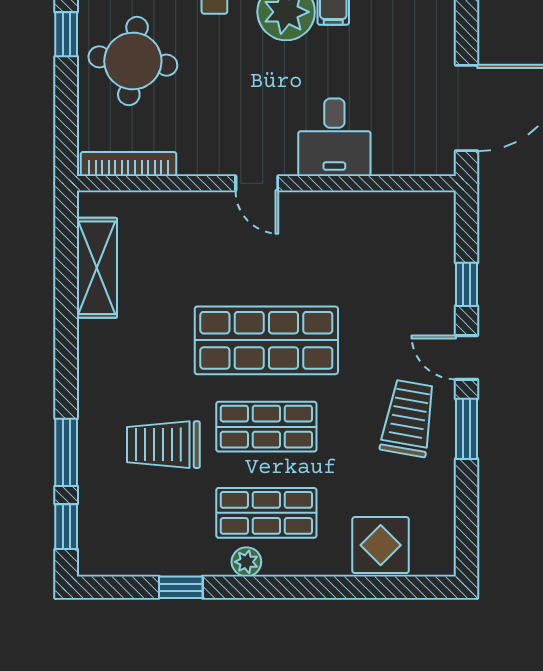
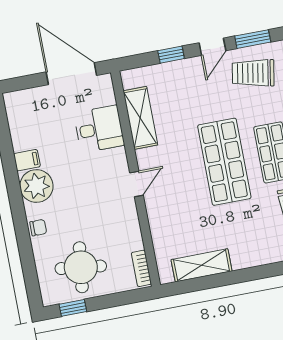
desk: (334, 137) -> (99, 129), moved
bookcase: (128, 164) -> (141, 268), width x0.64
shelving: (369, 211) -> (140, 118), added

